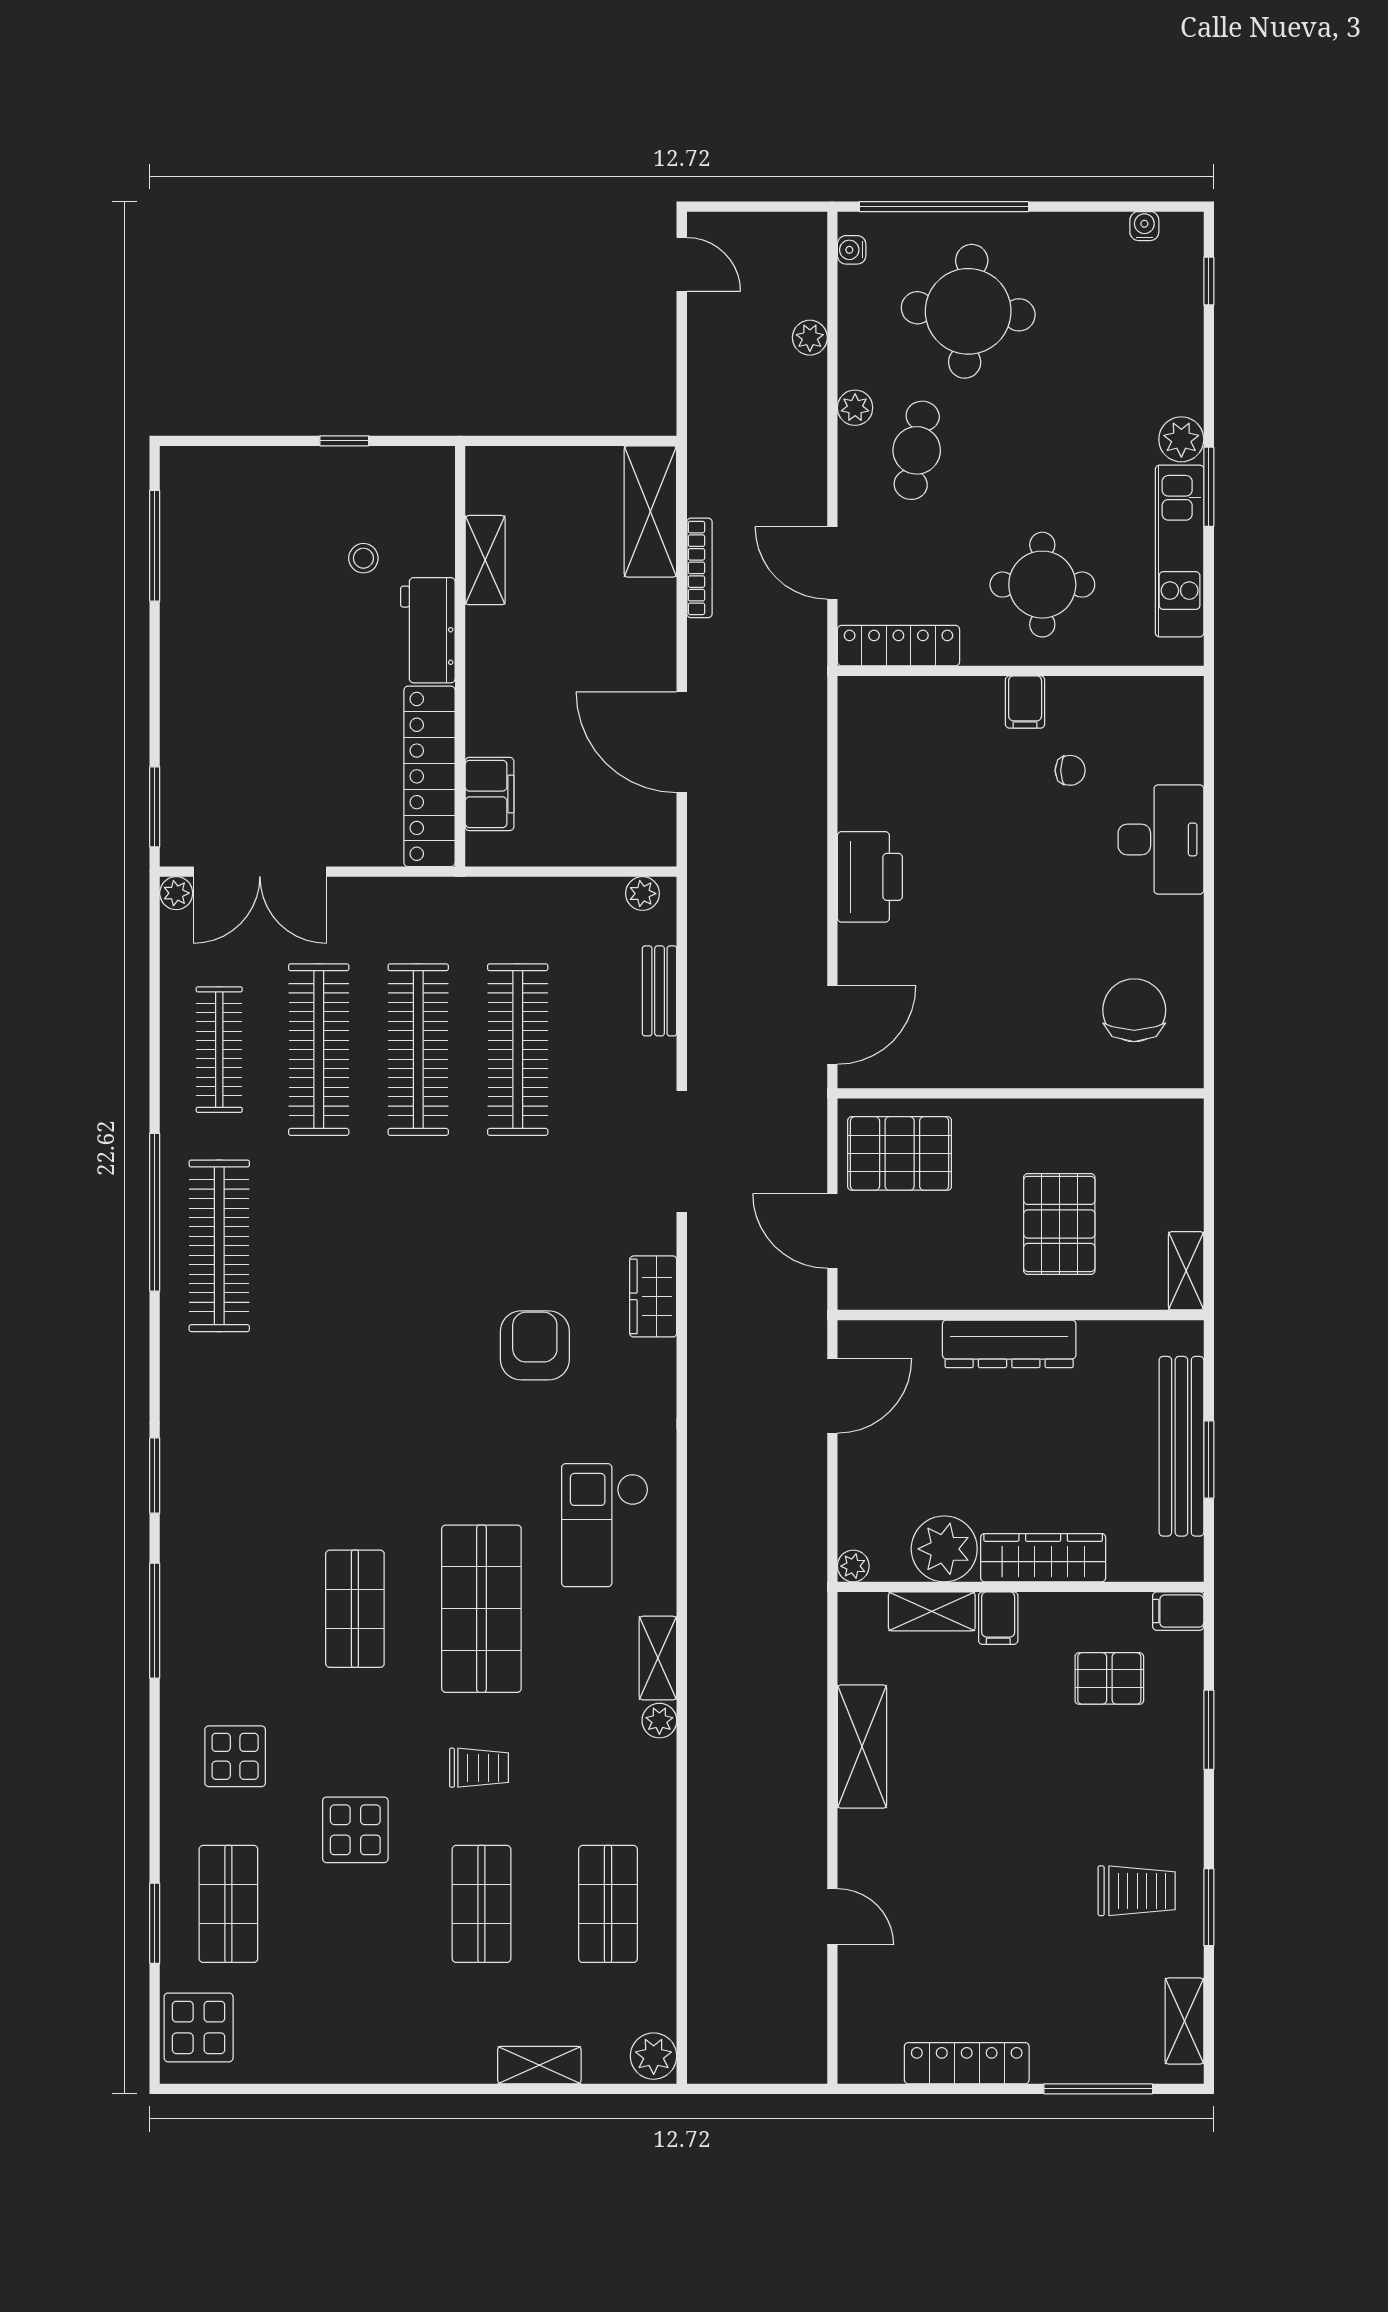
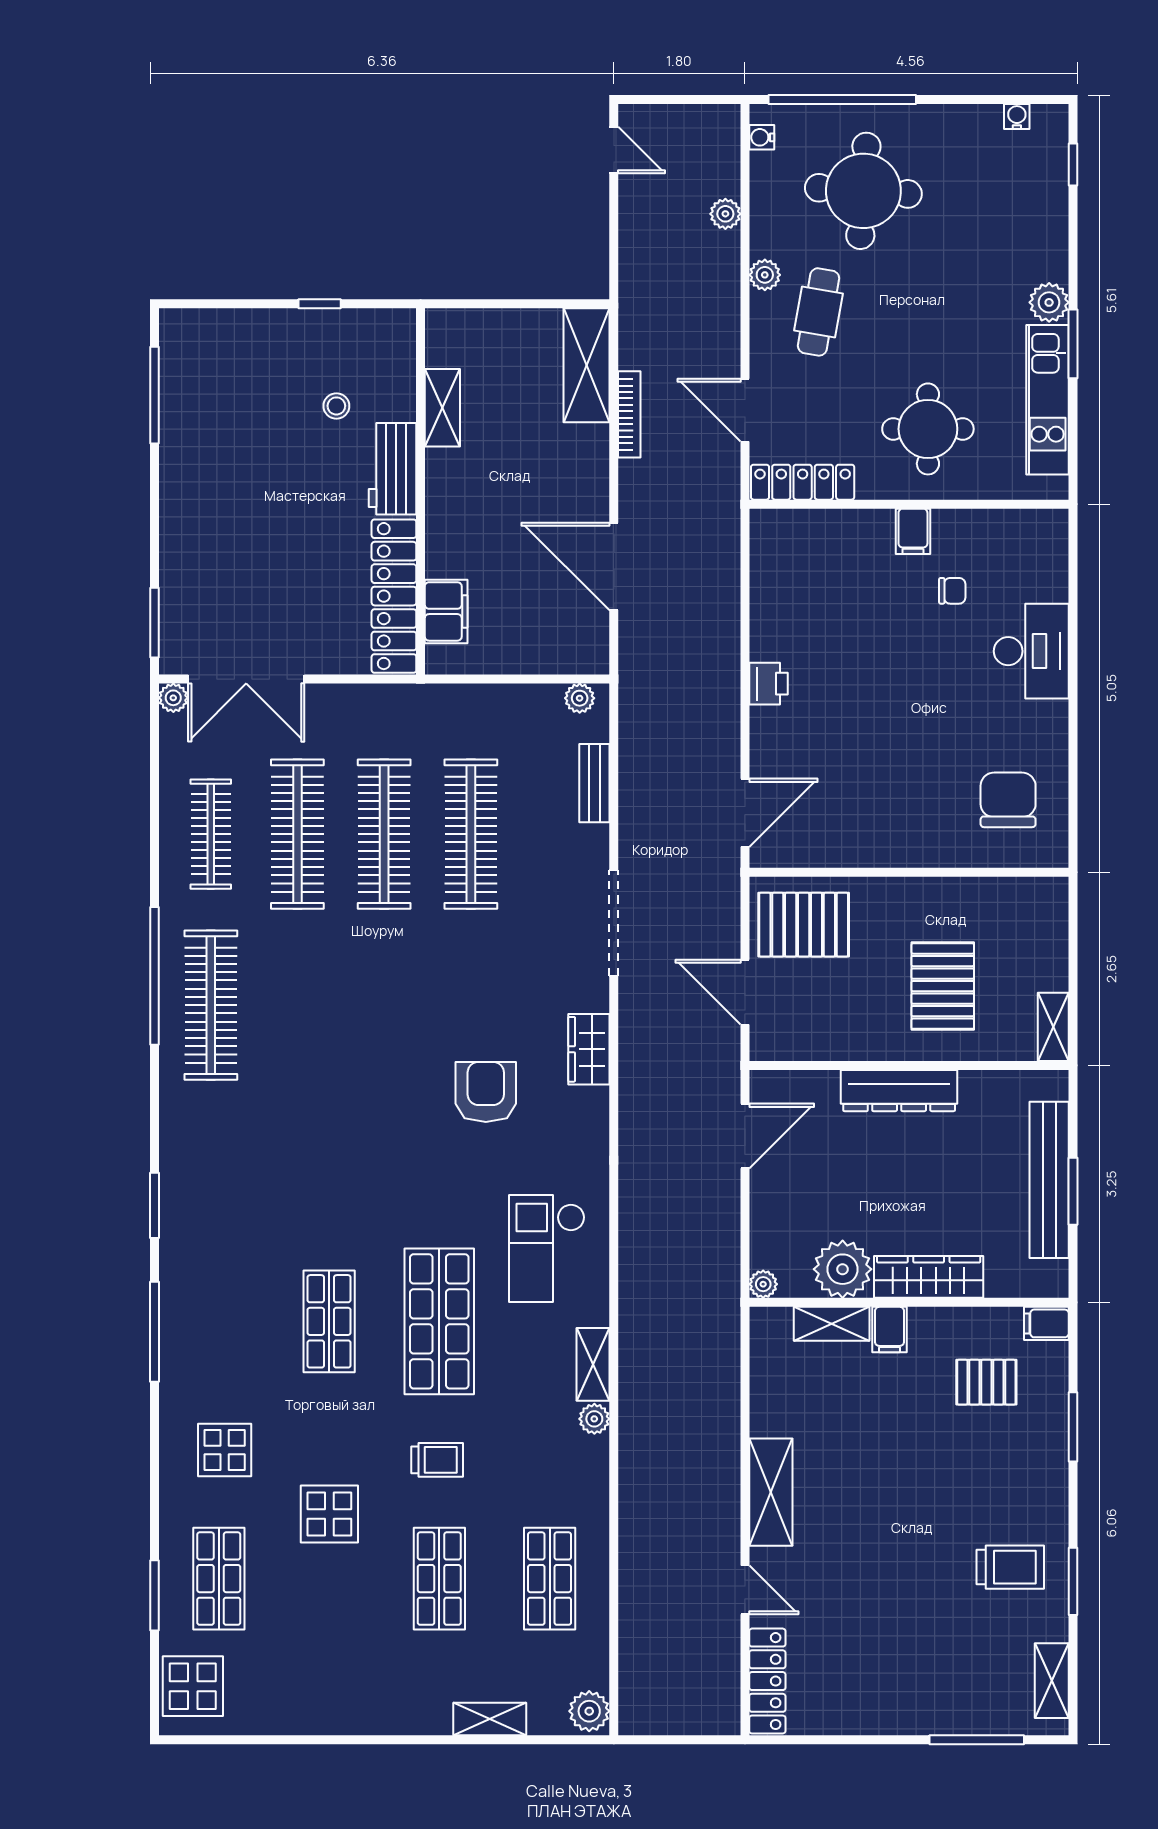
printer: (870, 877) -> (768, 684), width x0.53, depth x0.68
shelving: (862, 1747) -> (771, 1492), moved
locker: (967, 2063) -> (767, 1681), moved, turned 90

